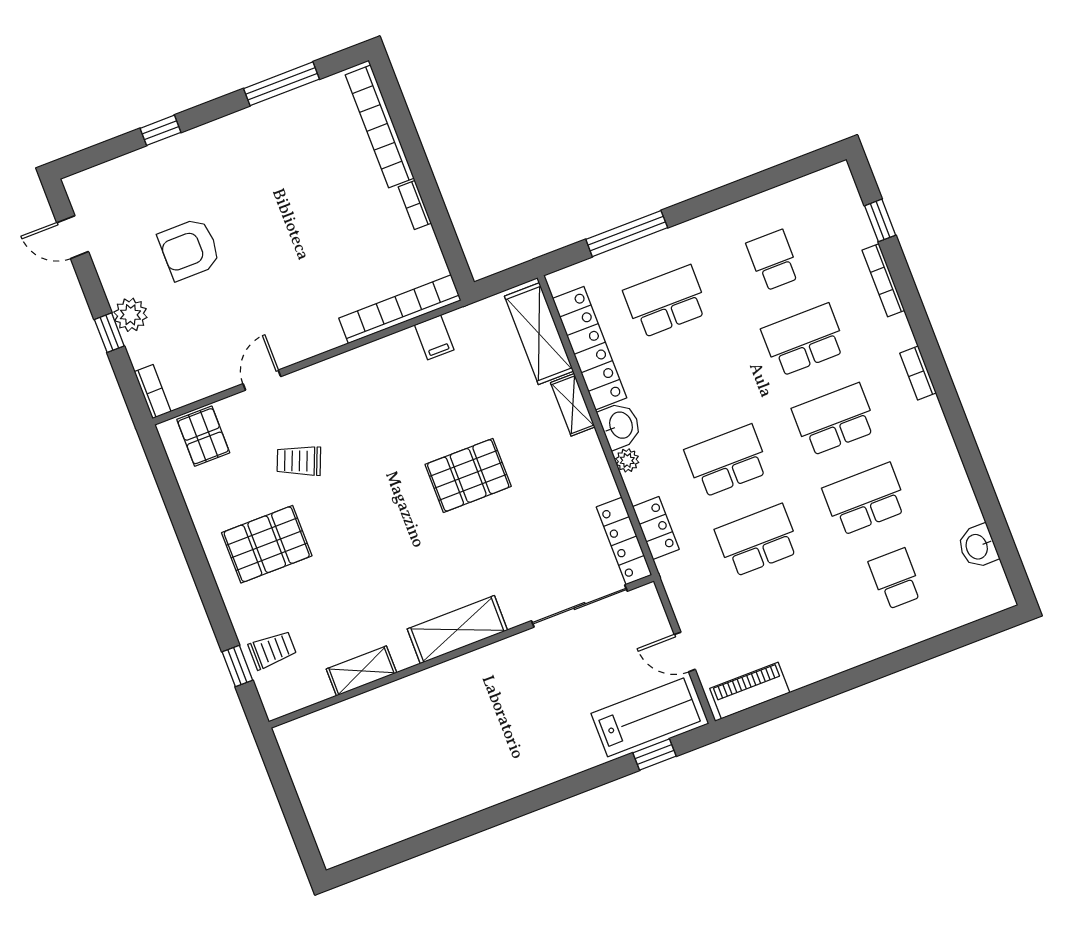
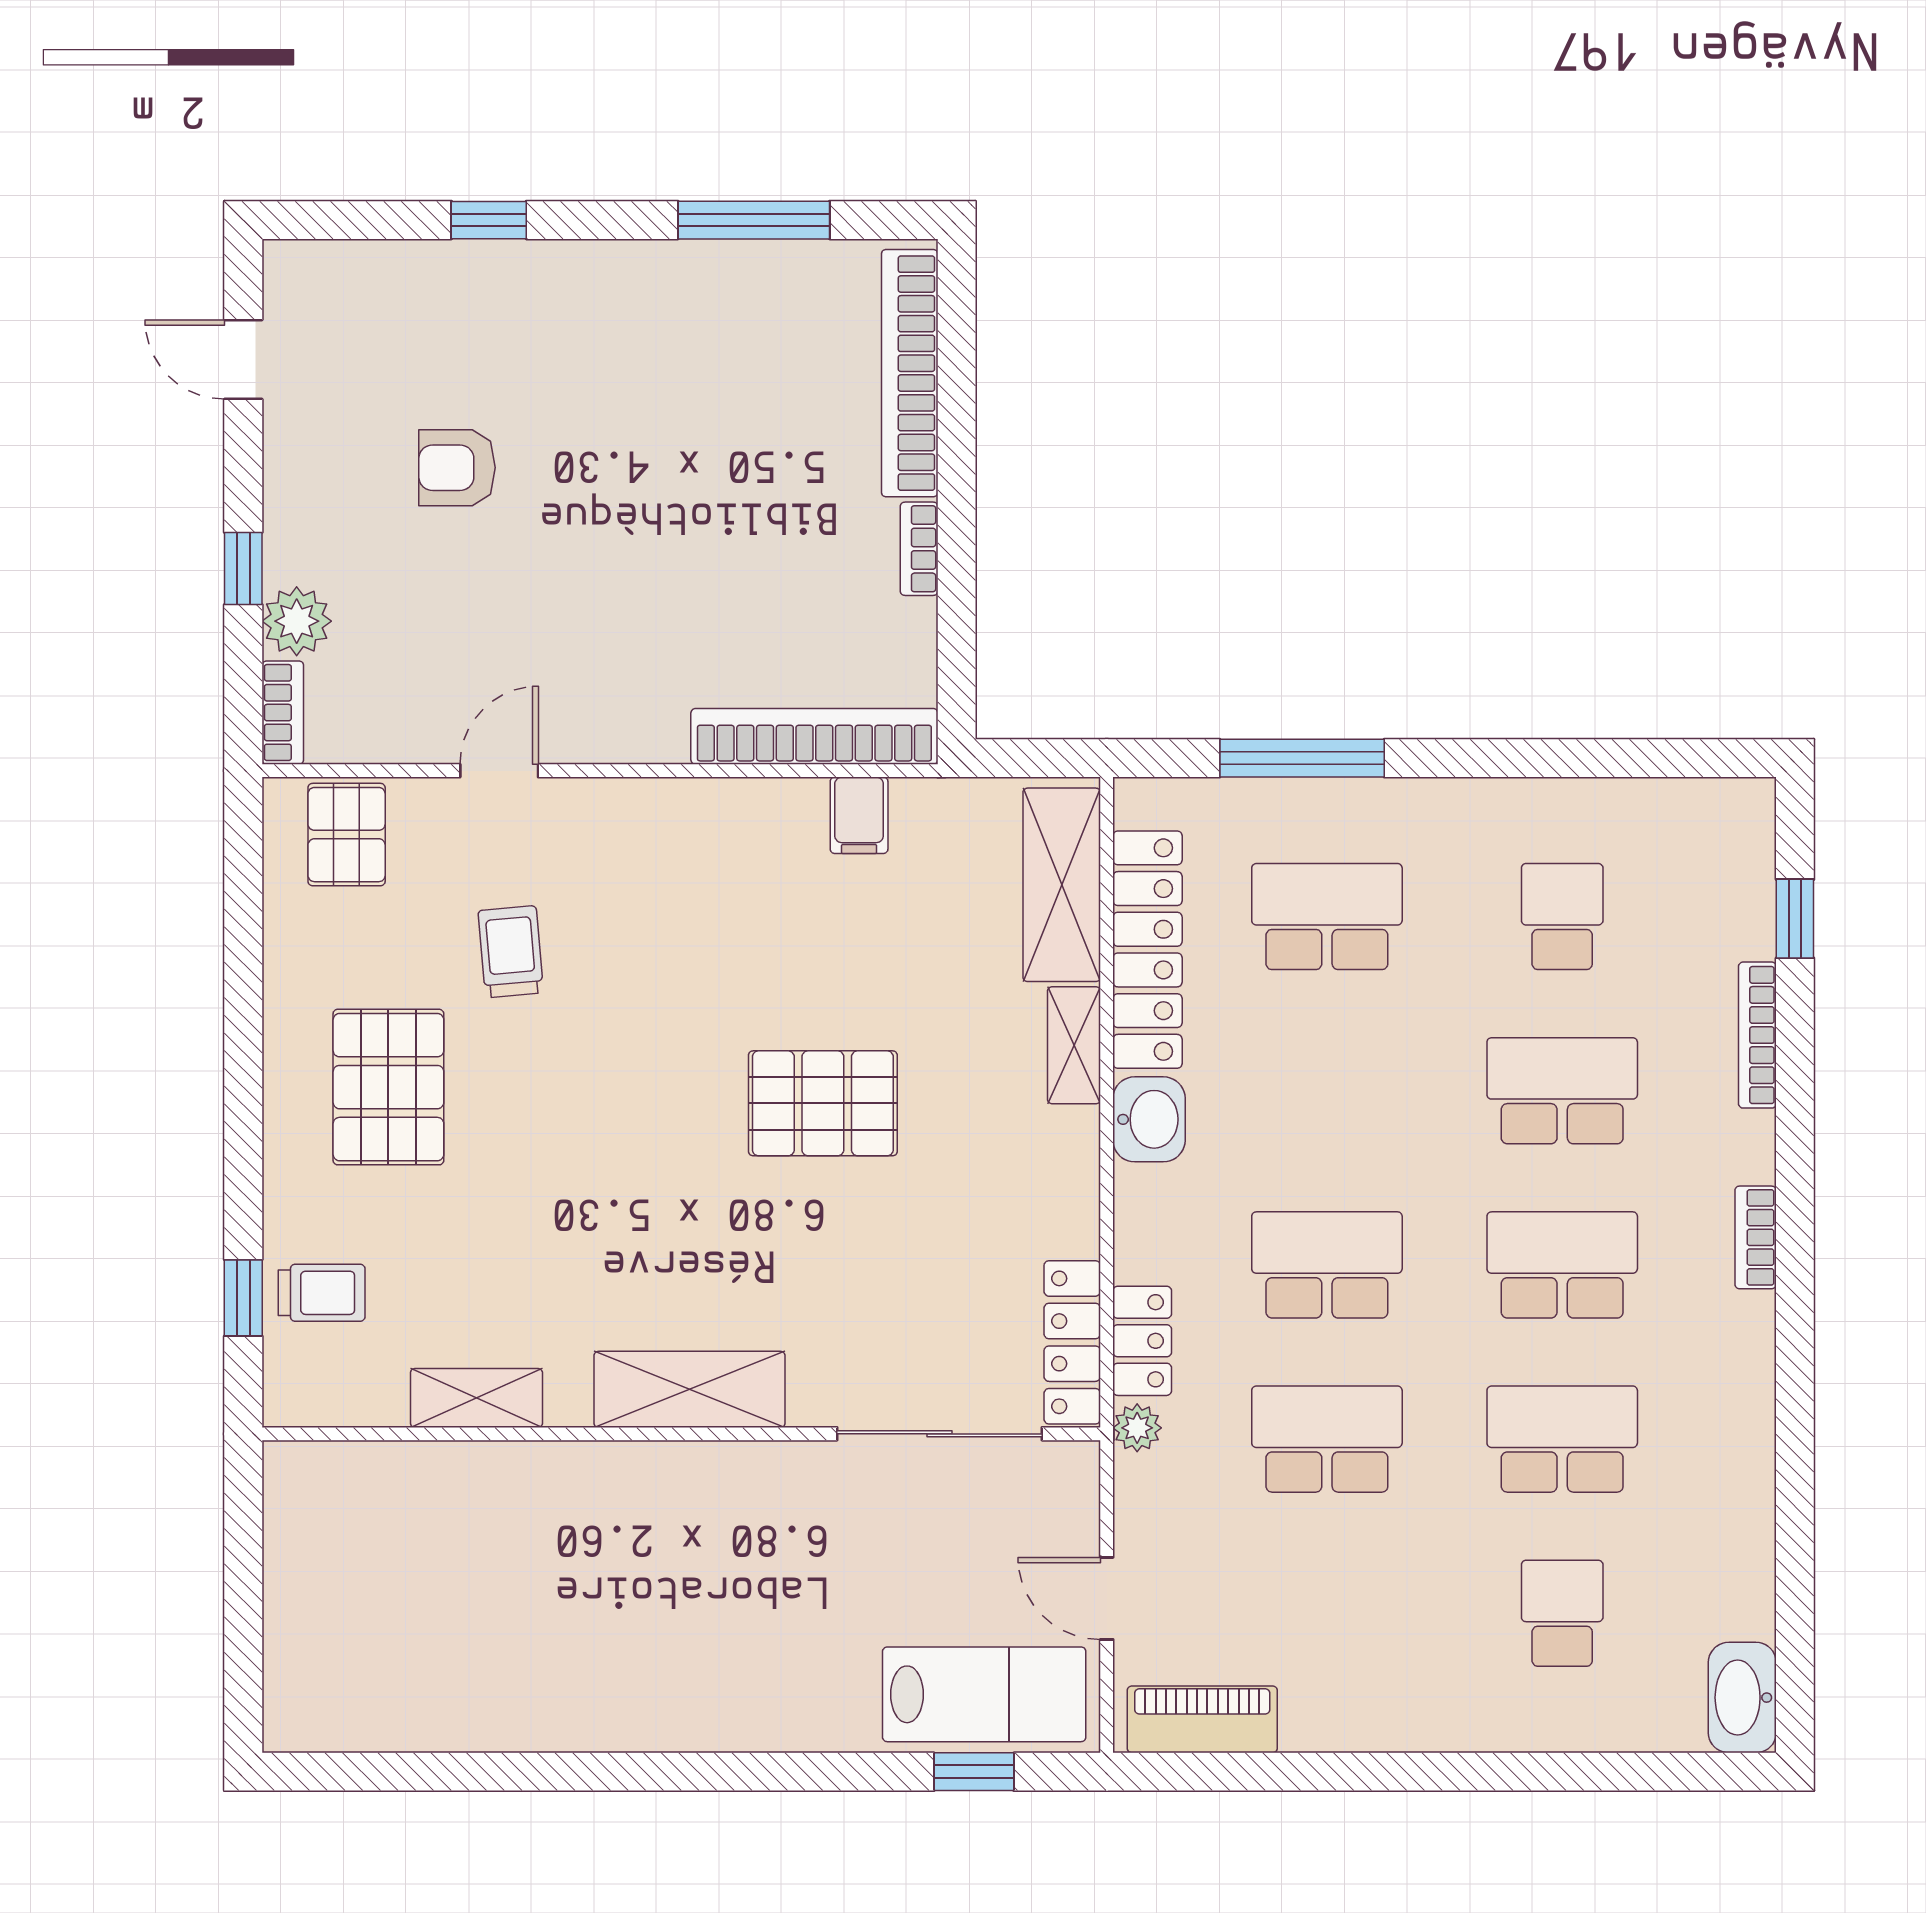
armchair: (189, 249) -> (457, 468), width x0.72, depth x0.72
plant: (130, 315) -> (297, 621), moved
plant: (627, 460) -> (1137, 1428), moved
trolley: (299, 461) -> (511, 952), turned 63
pallet: (267, 544) -> (388, 1087), turned 90
washbasin: (978, 546) -> (1742, 1698), moved, width x1.38

